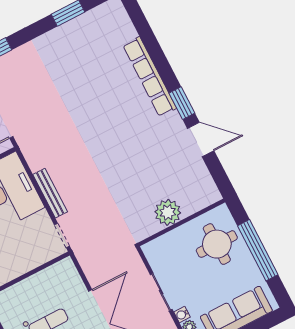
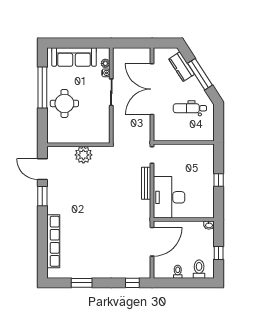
row of seats: (150, 77) -> (53, 241), moved
plant: (168, 212) -> (83, 155), moved
wall: (182, 222) -> (78, 145), moved

